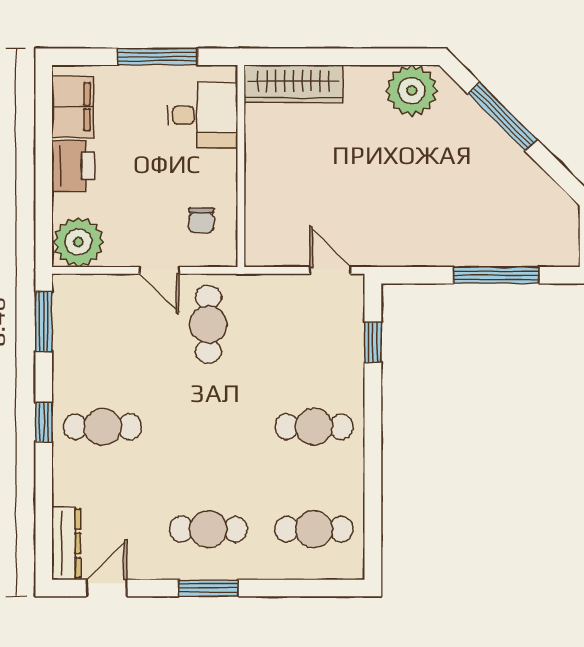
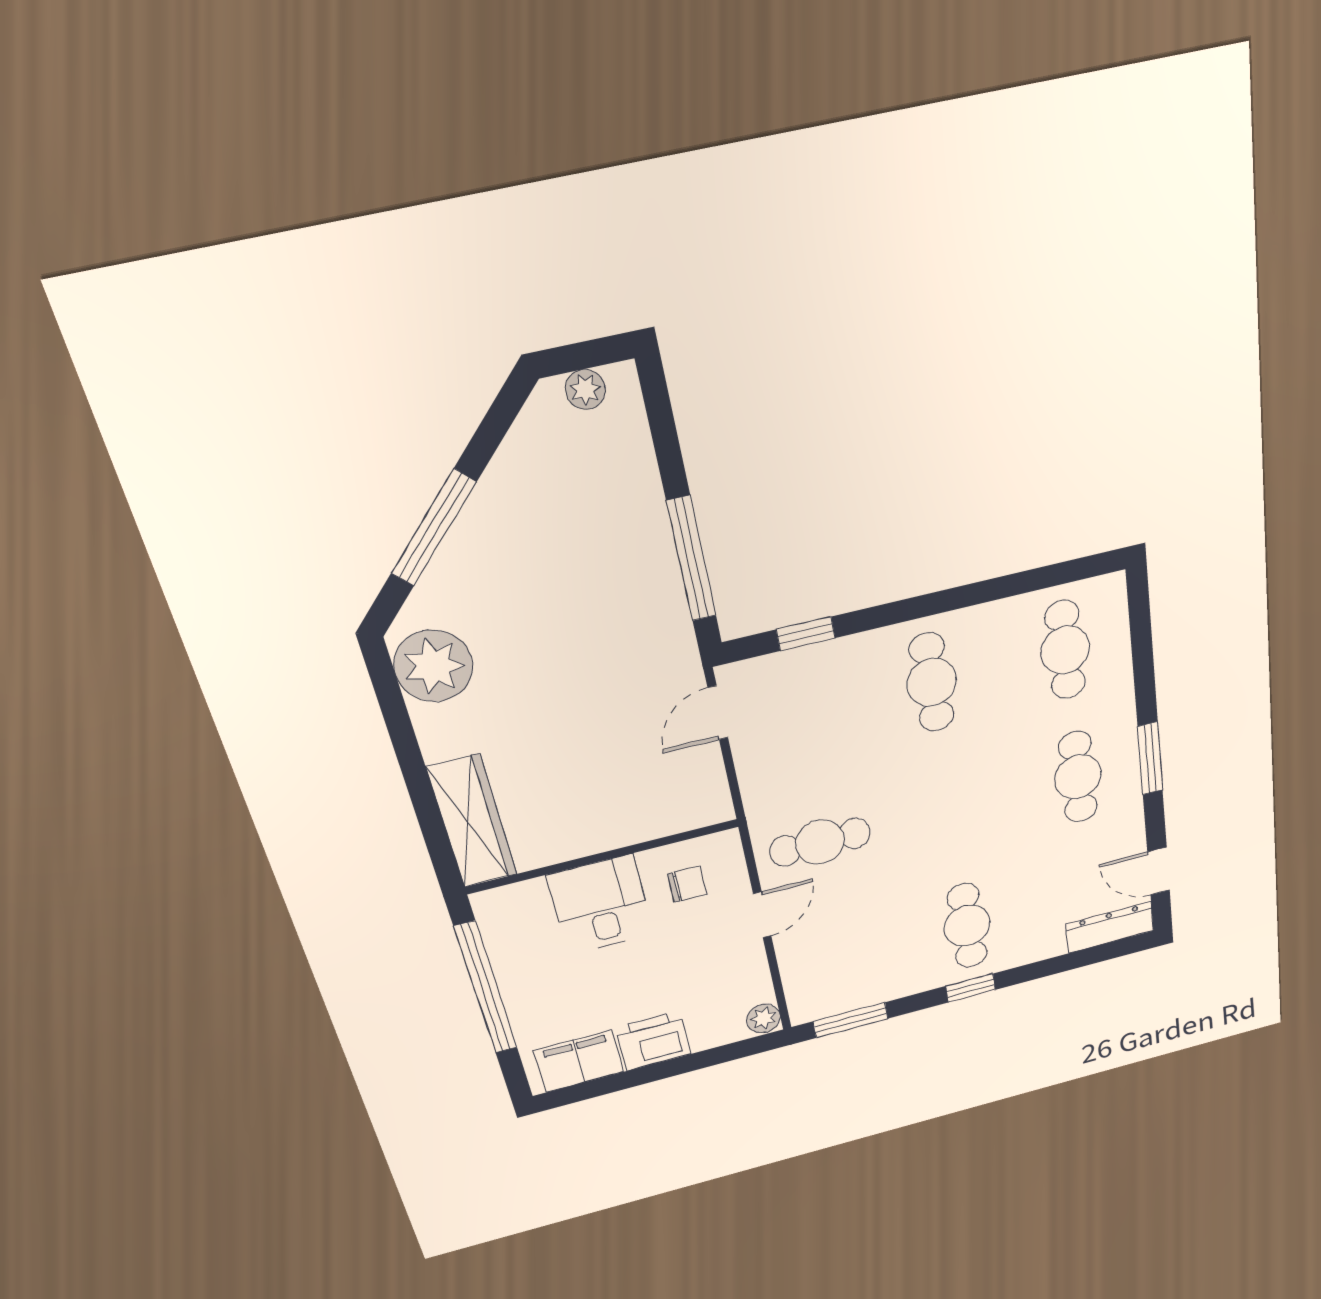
window: (157, 57) -> (486, 988), width x1.46
desk: (202, 115) -> (601, 905), moved
plant: (567, 232) -> (585, 389), added
plant: (78, 242) -> (764, 1018), width x0.53, depth x0.53
window: (496, 275) -> (691, 559), moved

